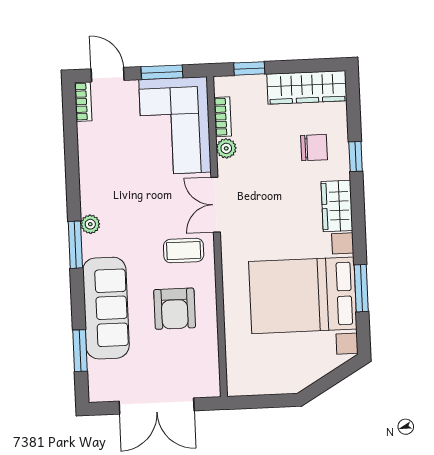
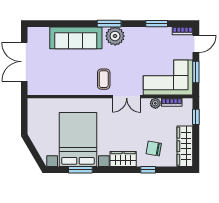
chair: (314, 148) -> (154, 148), turned 100
double door: (216, 205) -> (127, 97), swing flipped
plant: (90, 224) -> (115, 36), width x1.88, depth x1.88
armchair: (175, 309) -> (74, 73), removed
window: (80, 351) -> (157, 24), moved

